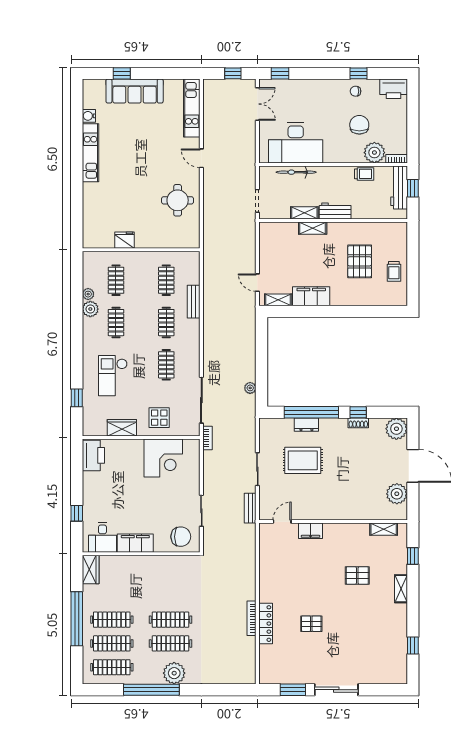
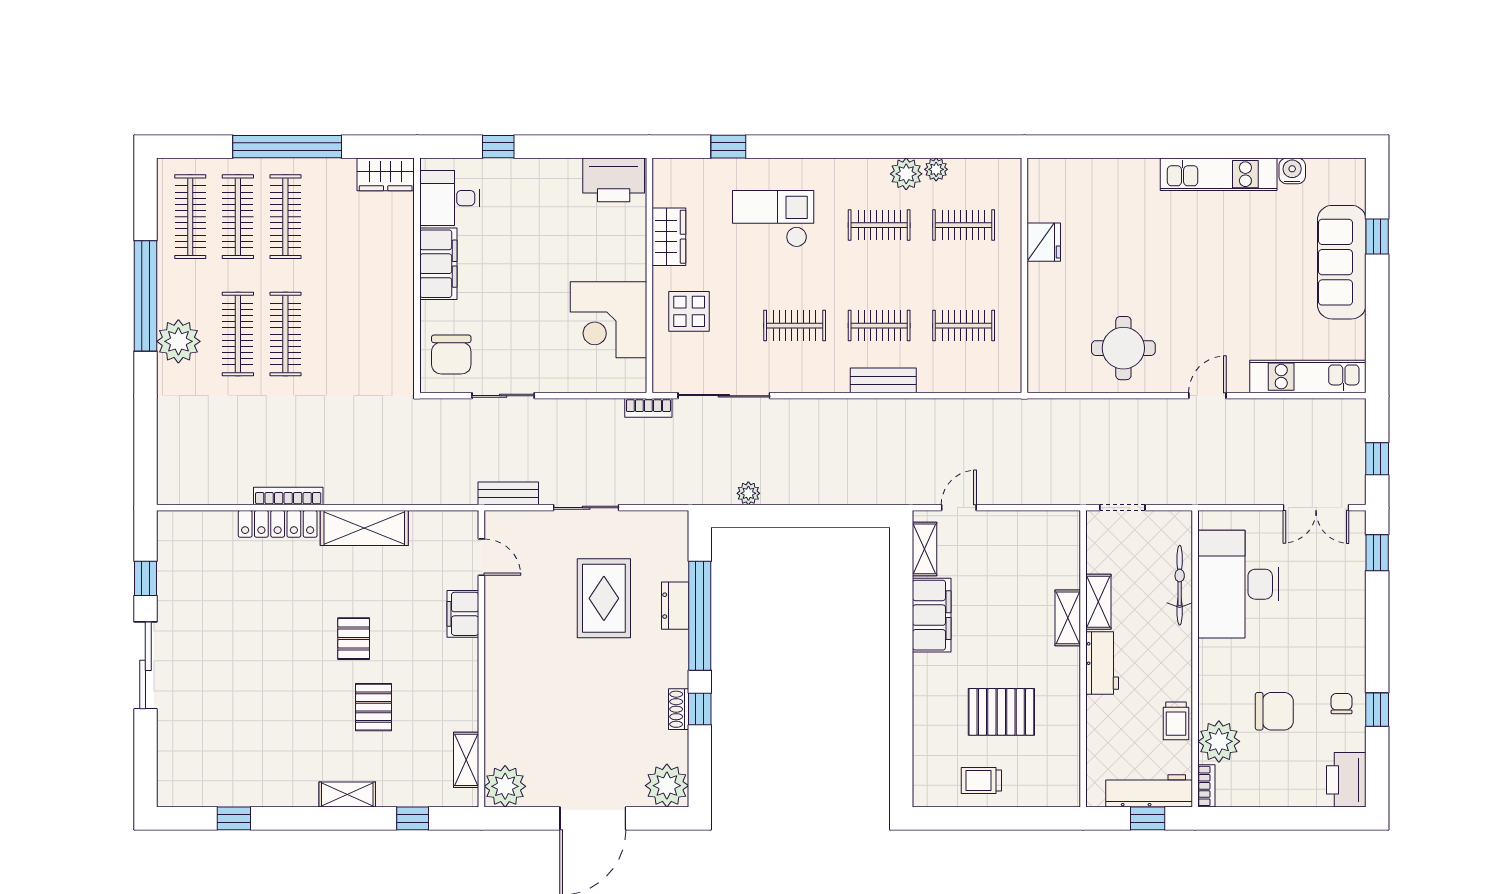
bench: (194, 302) -> (883, 380), moved
plant: (397, 494) -> (505, 786), moved
shelving: (268, 580) -> (364, 528), added
pallet: (311, 624) -> (354, 639), moved
window: (293, 690) -> (145, 578), width x0.67

